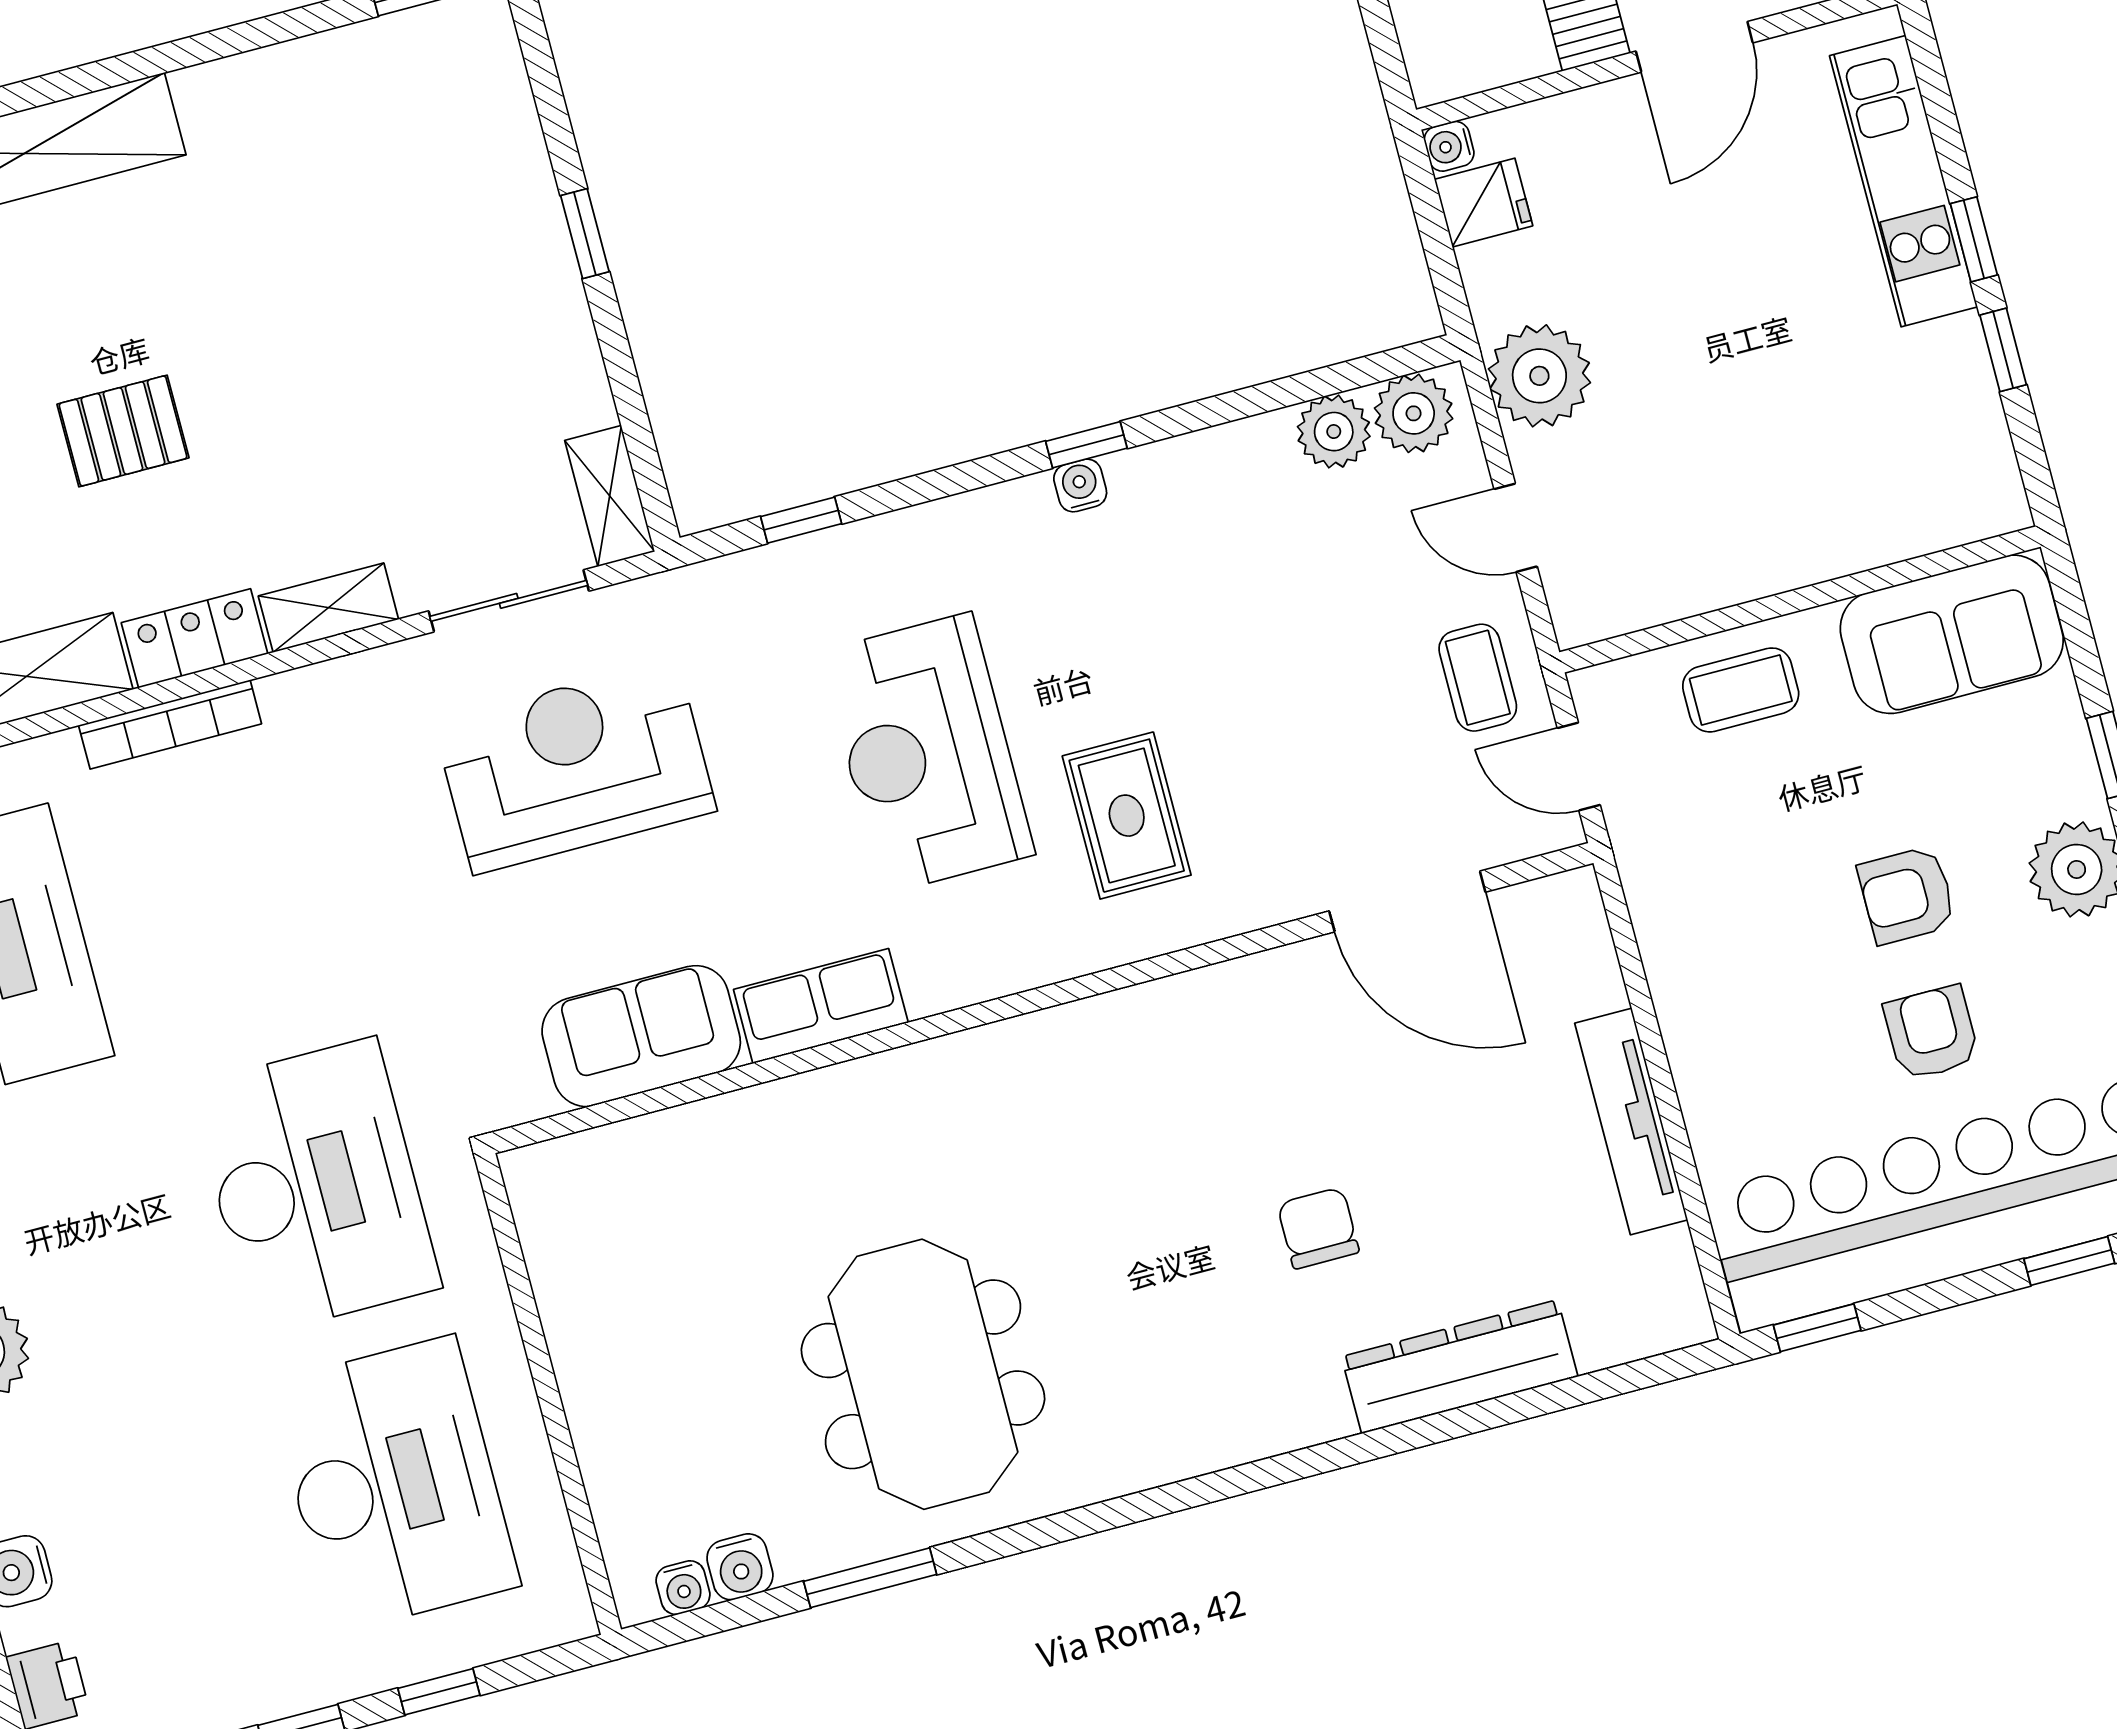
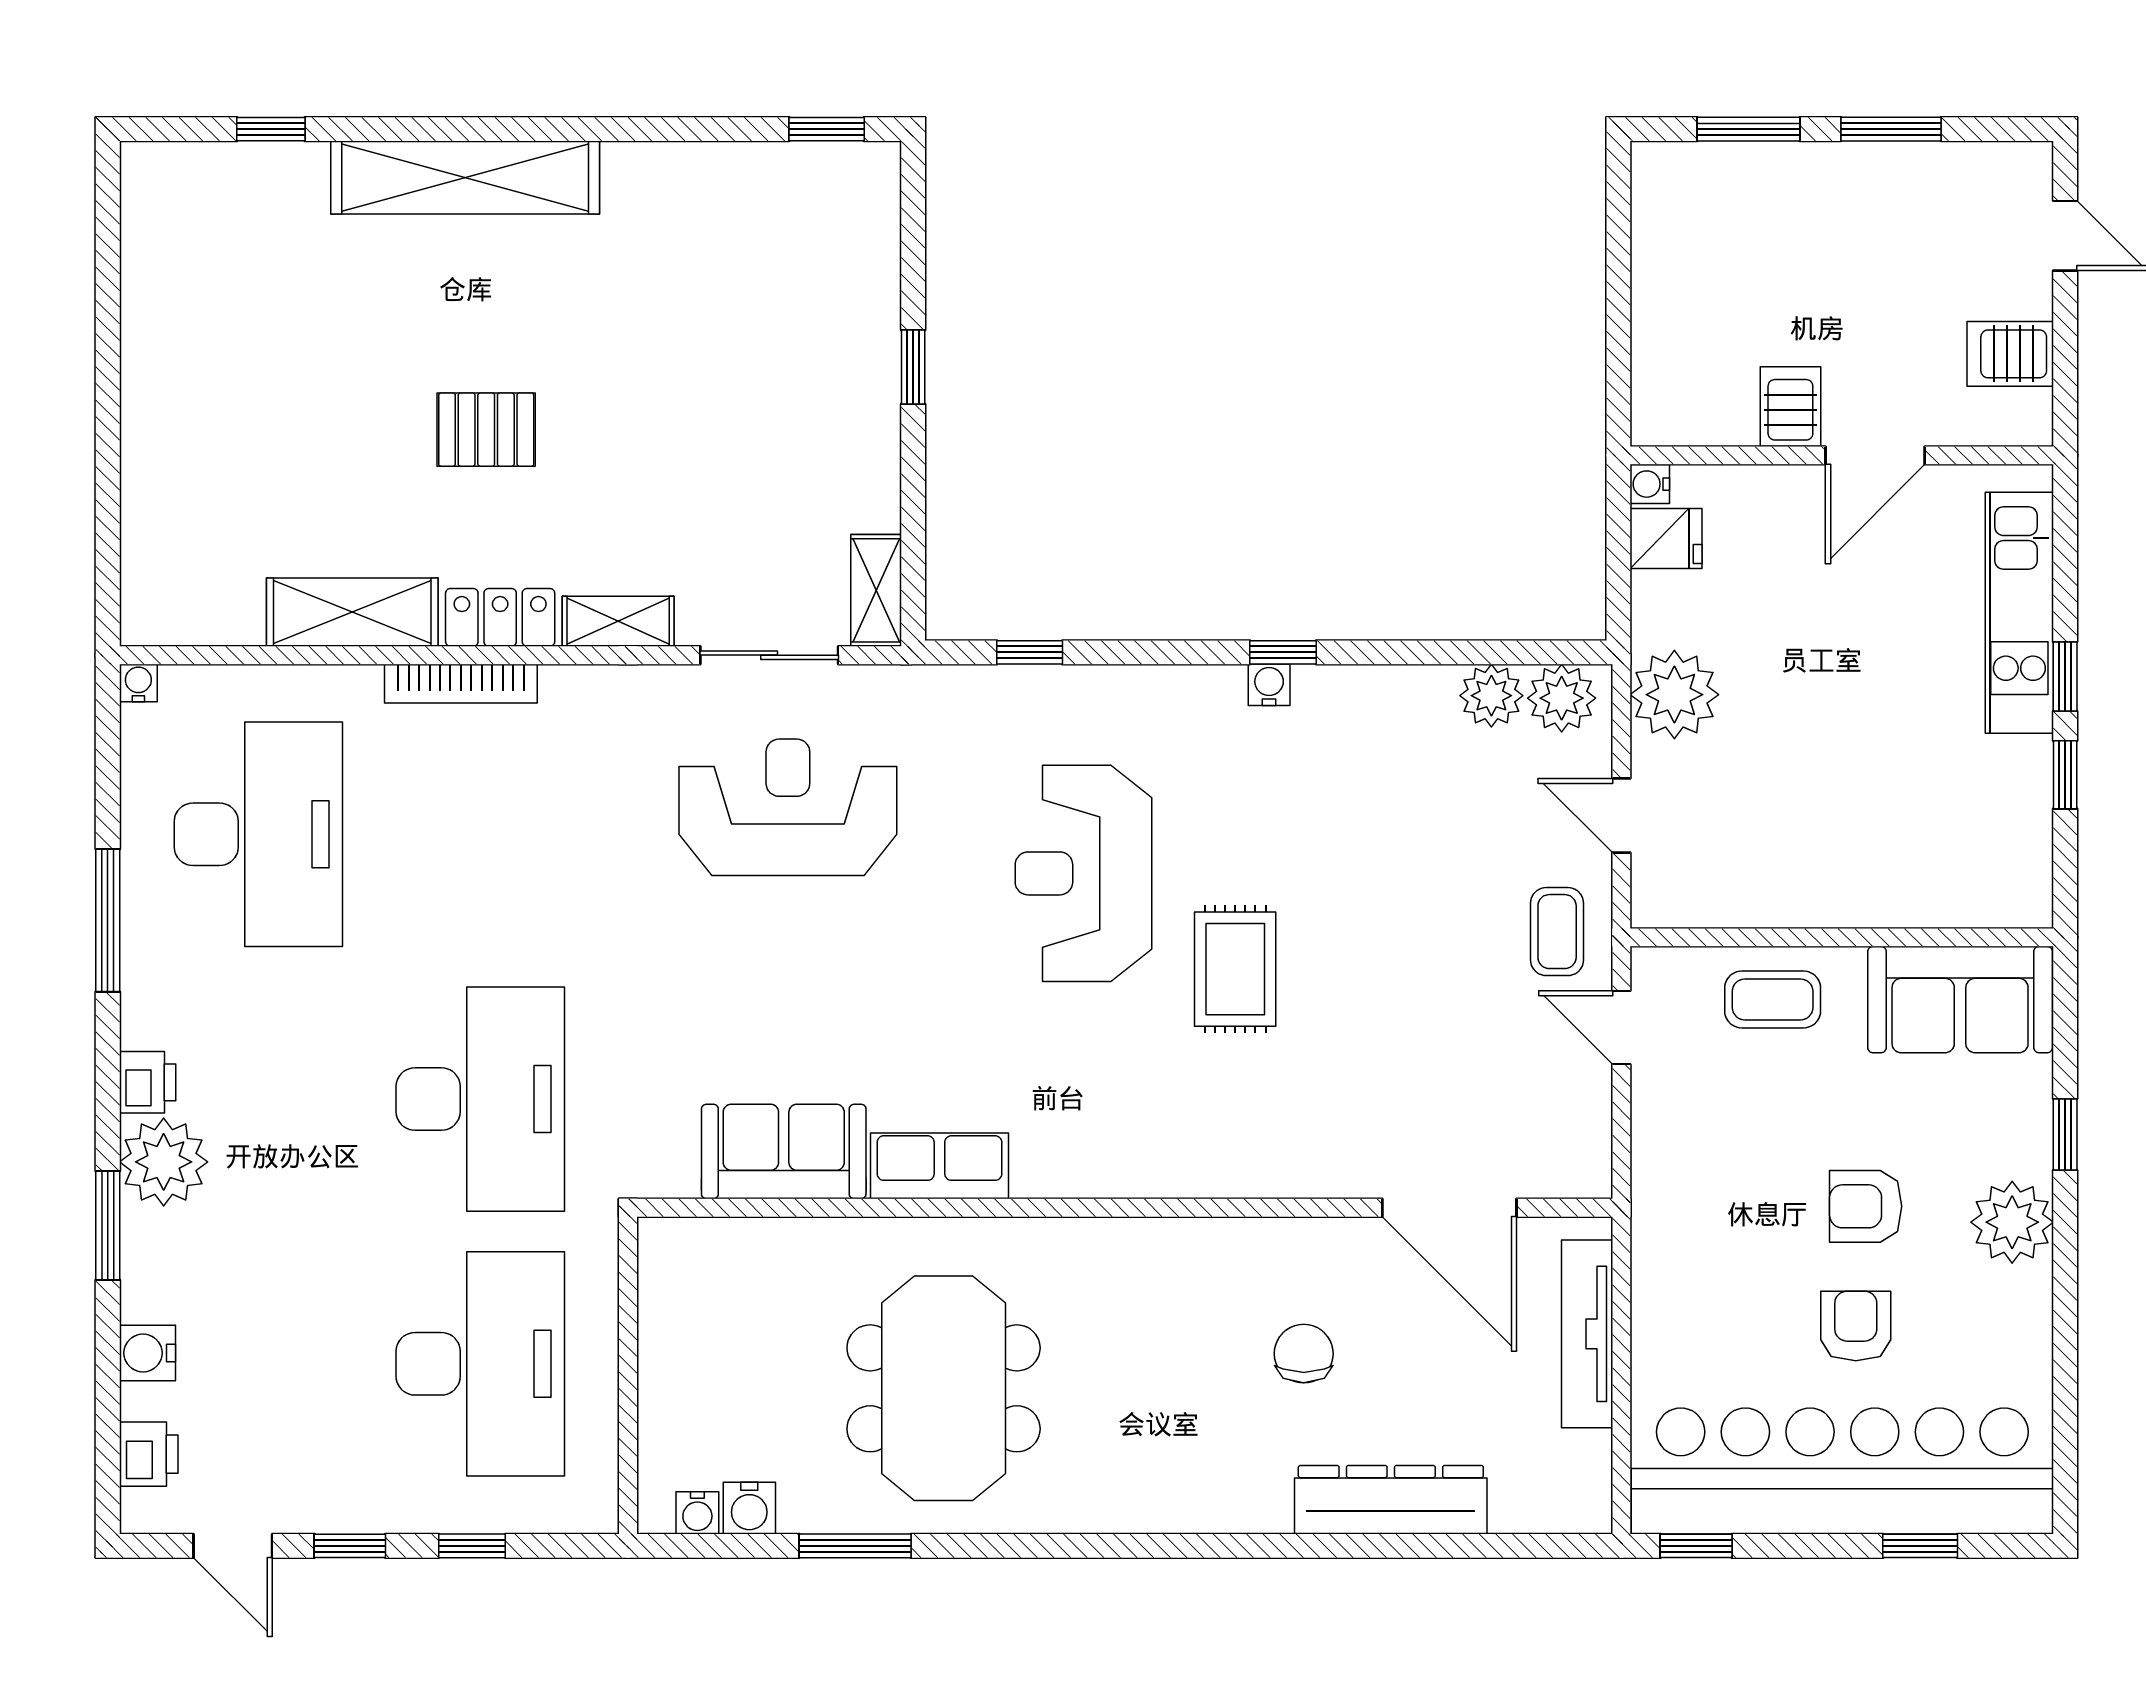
door: (1407, 901) -> (1449, 1208), moved
wall: (1042, 998) -> (1125, 1208), moved
row of seats: (821, 1006) -> (939, 1166), moved
sofa: (641, 1036) -> (784, 1152), moved

